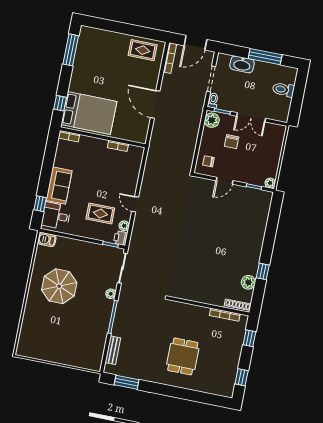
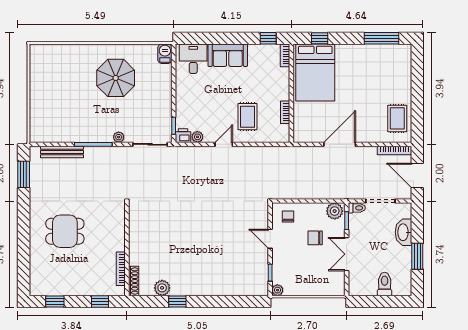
window: (265, 57) -> (417, 256), width x0.69
window: (40, 204) -> (268, 38), moved
rug: (100, 213) -> (247, 117), moved
bench: (113, 350) -> (62, 152), width x1.36

